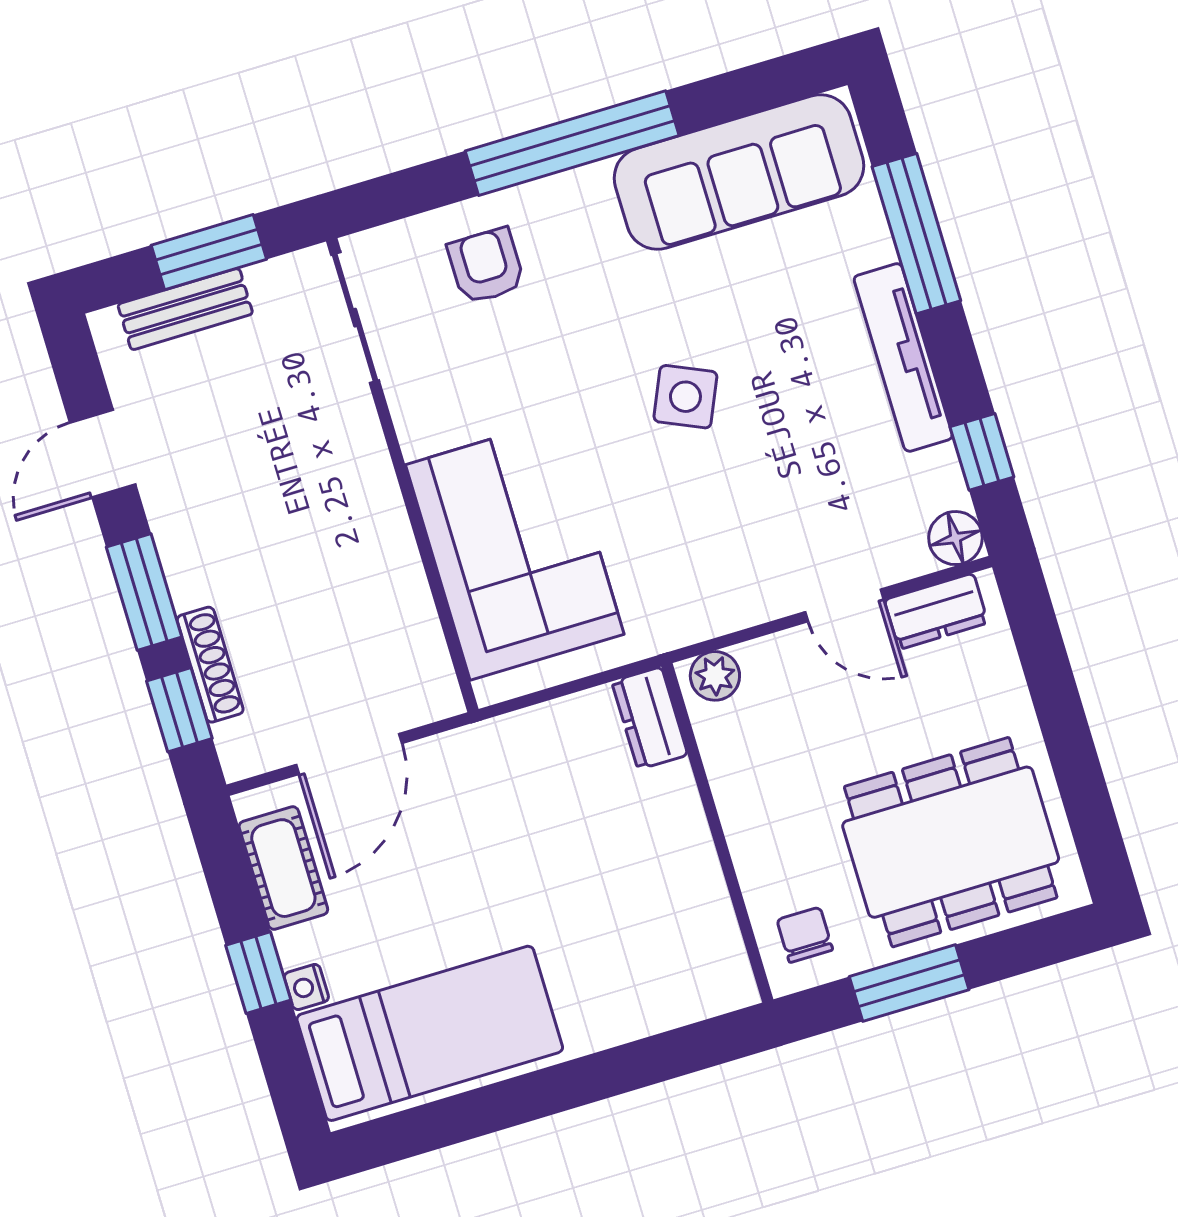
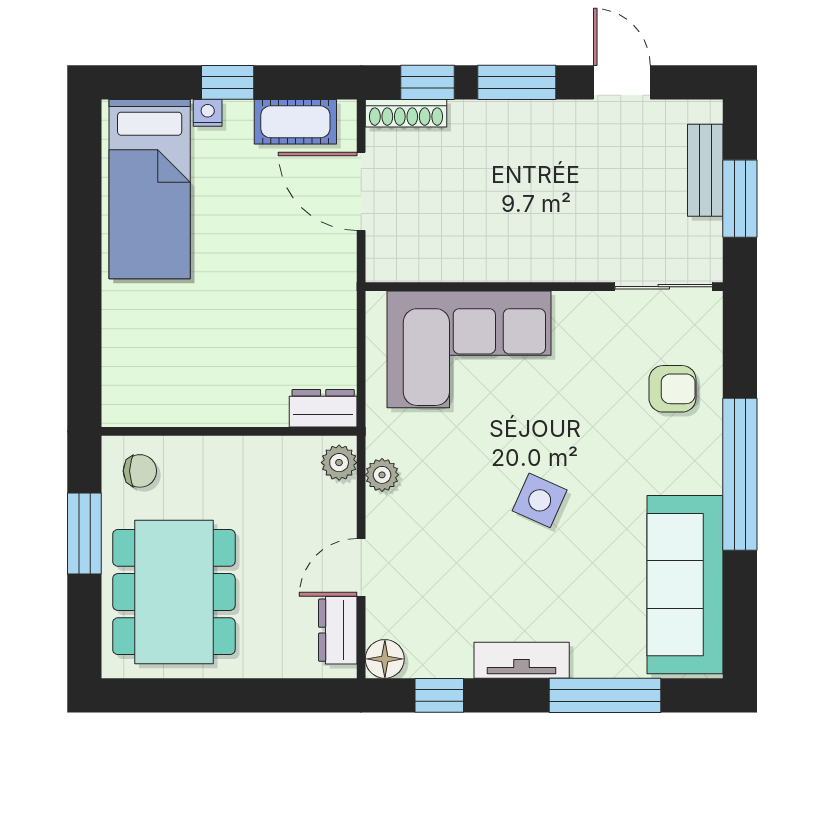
tv unit: (903, 357) -> (522, 660), width x0.71
plant: (714, 614) -> (382, 475), added
shoe rack: (210, 665) -> (406, 113), moved

